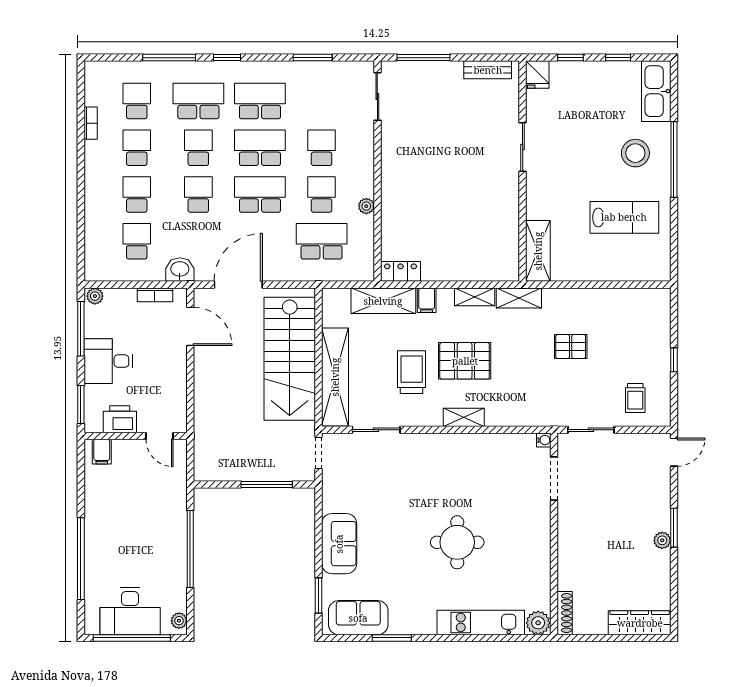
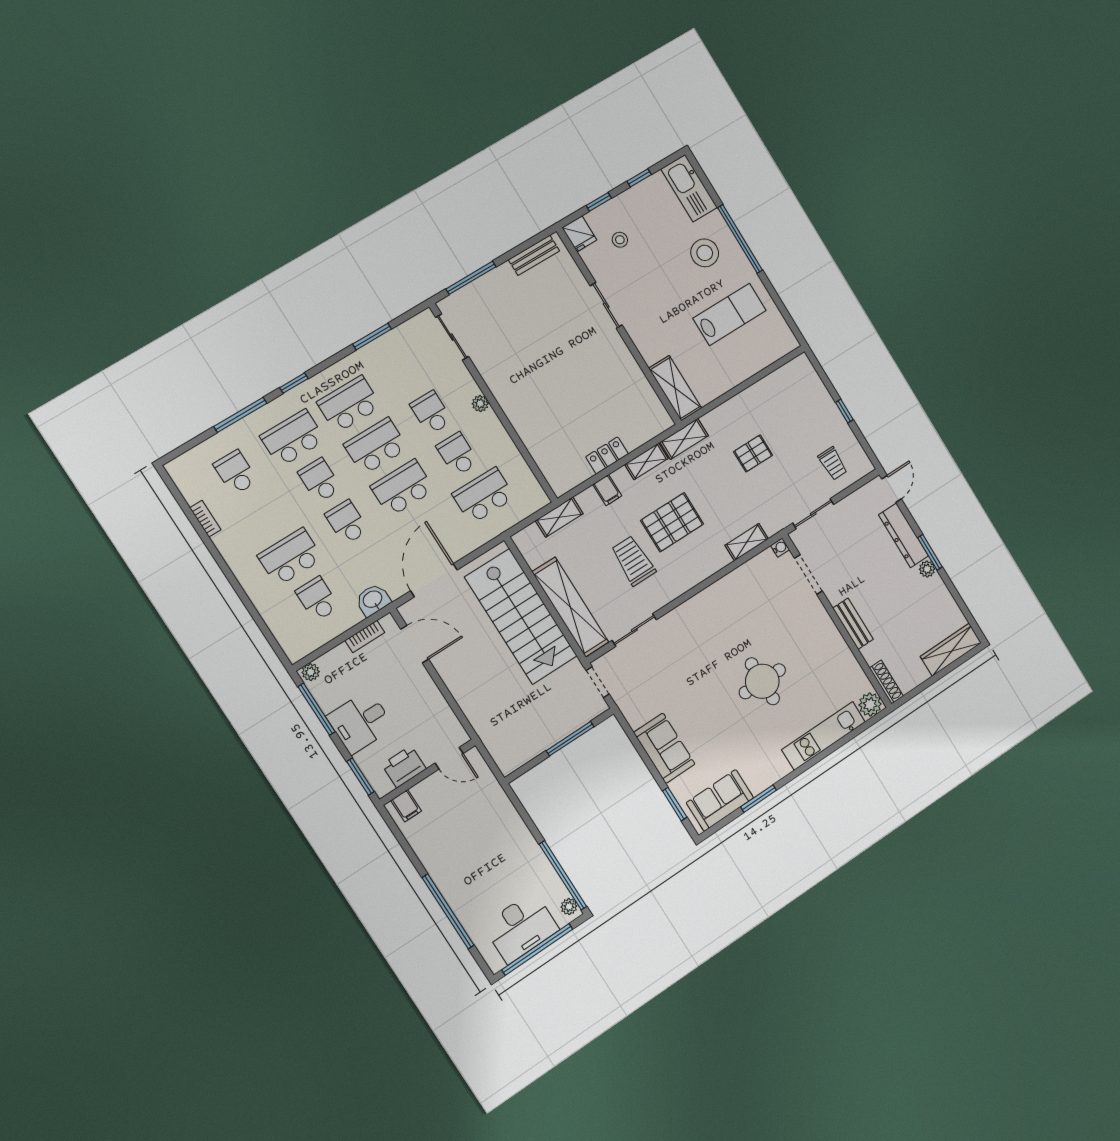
stool: (569, 99) -> (620, 240), added
school desk: (137, 148) -> (263, 515), removed
school desk: (137, 194) -> (290, 557), width x1.85
plant: (366, 206) -> (480, 404), moved
locker: (400, 271) -> (607, 455), moved
shelving: (383, 301) -> (559, 517), width x0.67, depth x0.75
shelving: (464, 417) -> (747, 542), moved
dresser: (659, 498) -> (904, 535), added
bench: (567, 545) -> (853, 624), added
window: (190, 549) -> (563, 875), moved

